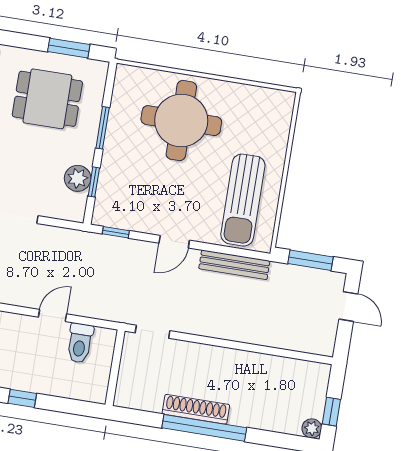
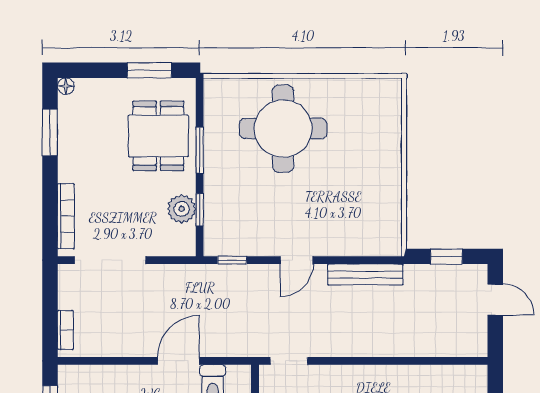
dining table: (47, 99) -> (158, 136), moved, turned 90
sun lounger: (243, 200) -> (363, 203), removed
window: (310, 260) -> (446, 256), width x0.67
door: (53, 316) -> (179, 361), width x1.38

